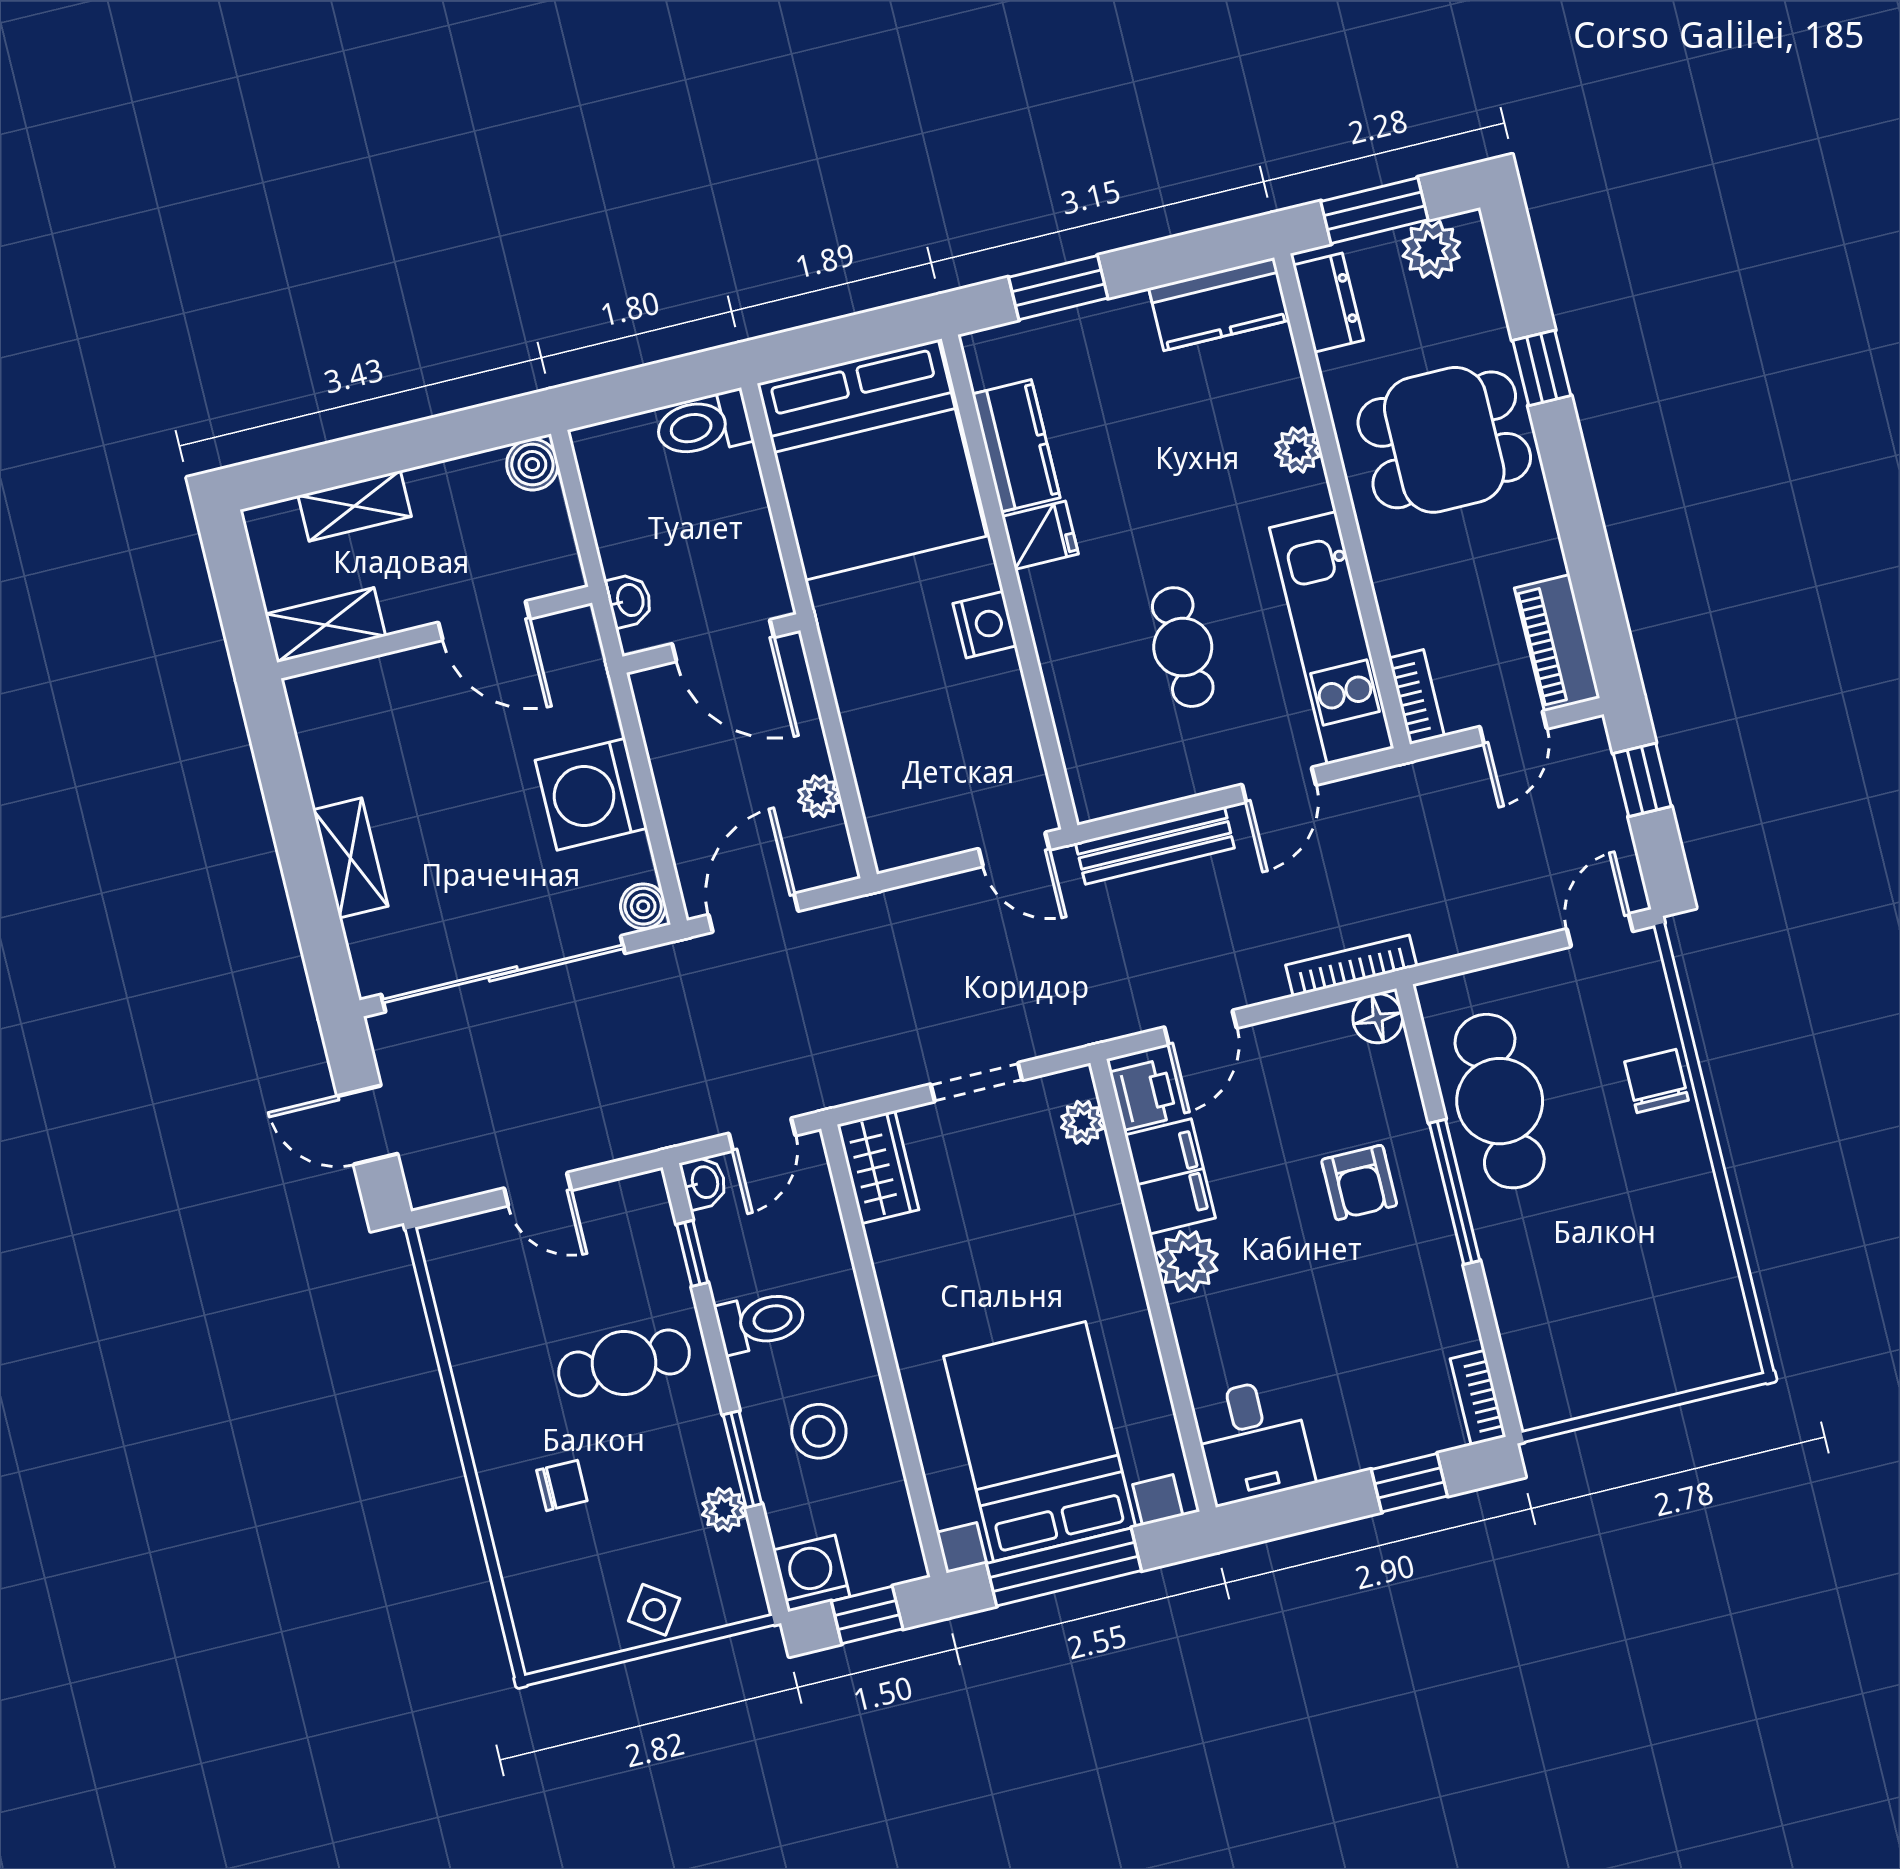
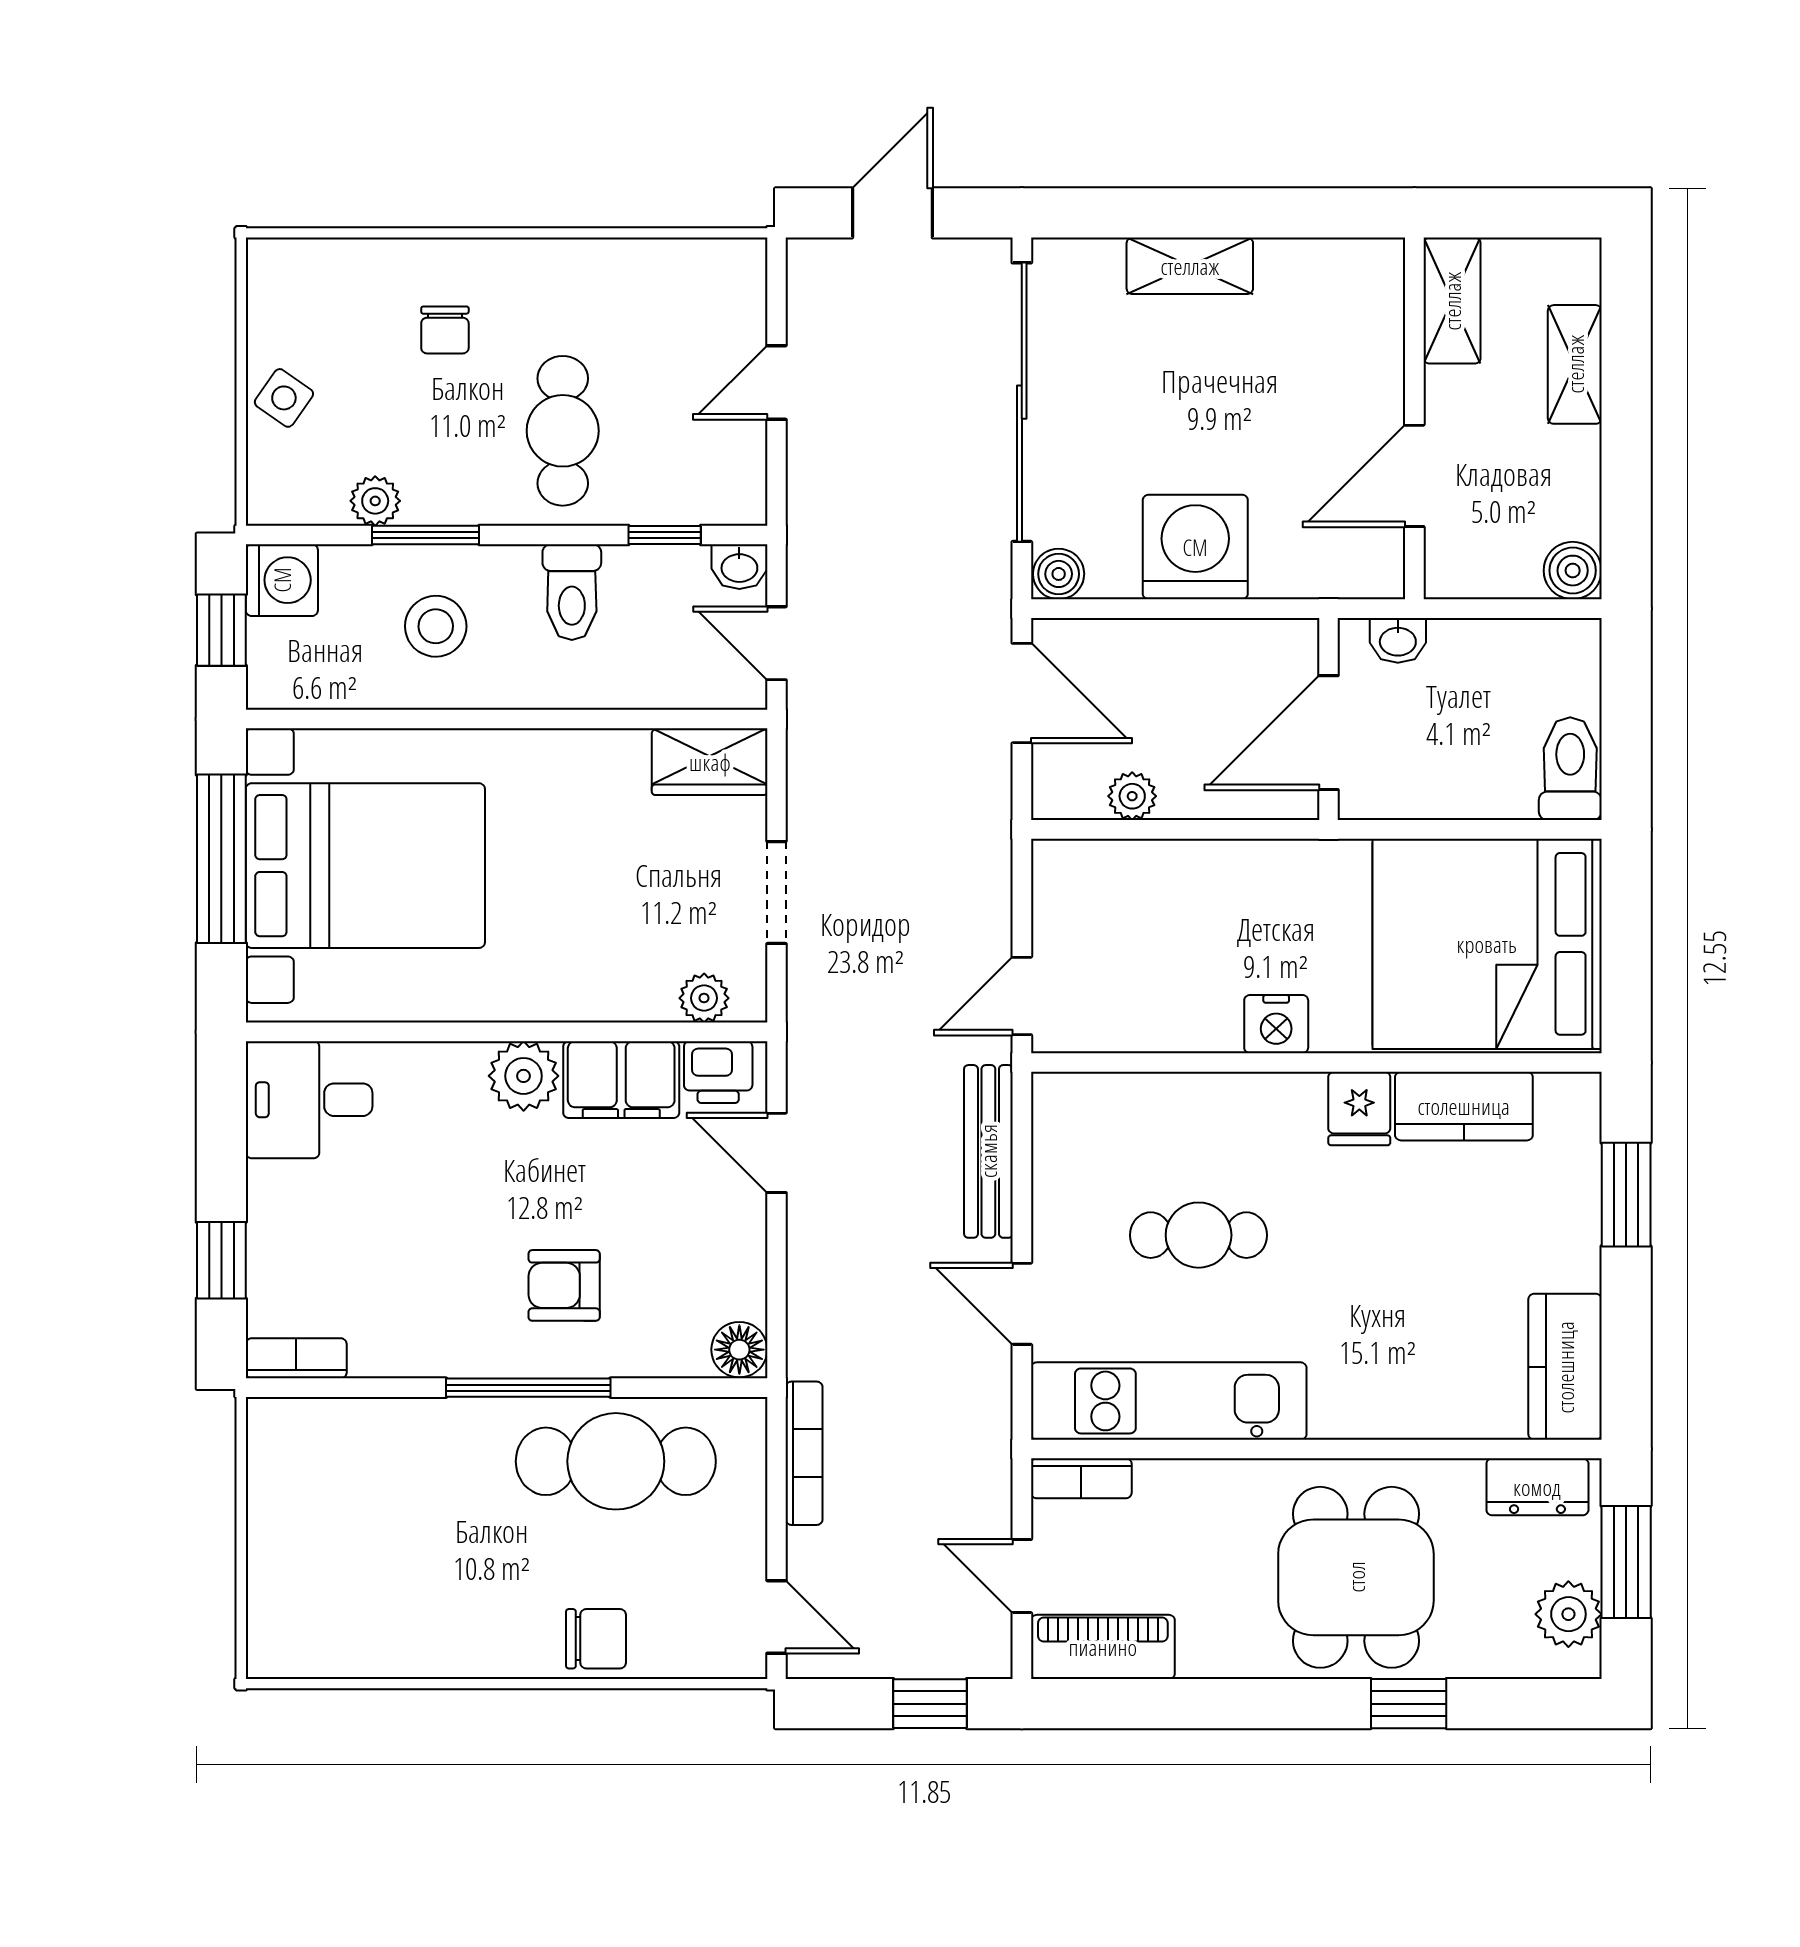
plant: (1298, 450) -> (1384, 1414), removed
bookcase: (1351, 966) -> (804, 1453), moved

